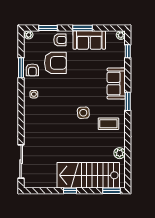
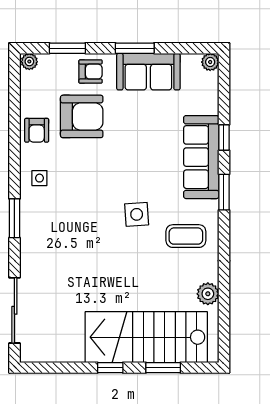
window: (128, 51) -> (224, 137), moved
window: (21, 68) -> (14, 218), moved
sofa: (116, 84) -> (201, 157), width x1.36
window: (112, 191) -> (163, 368), moved

